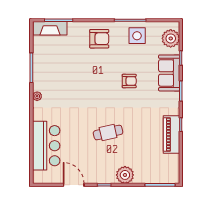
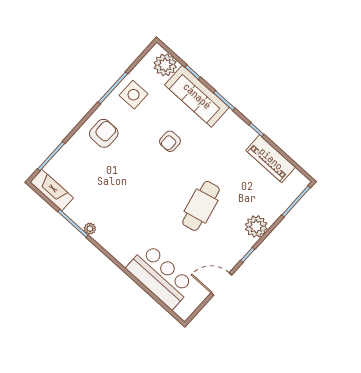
fireplace: (50, 28) -> (52, 190), moved, turned -90
sofa: (169, 73) -> (197, 96), width x1.36
armchair: (129, 81) -> (170, 141), turned 180
plant: (37, 96) -> (90, 229), moved
cafe table: (108, 133) -> (201, 206), width x1.37, depth x1.35
piano: (171, 134) -> (271, 159), moved

